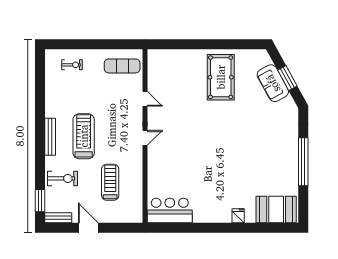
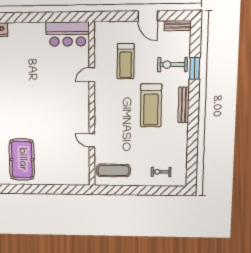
door: (145, 138) -> (92, 75), moved
window: (40, 201) -> (195, 68), moved

